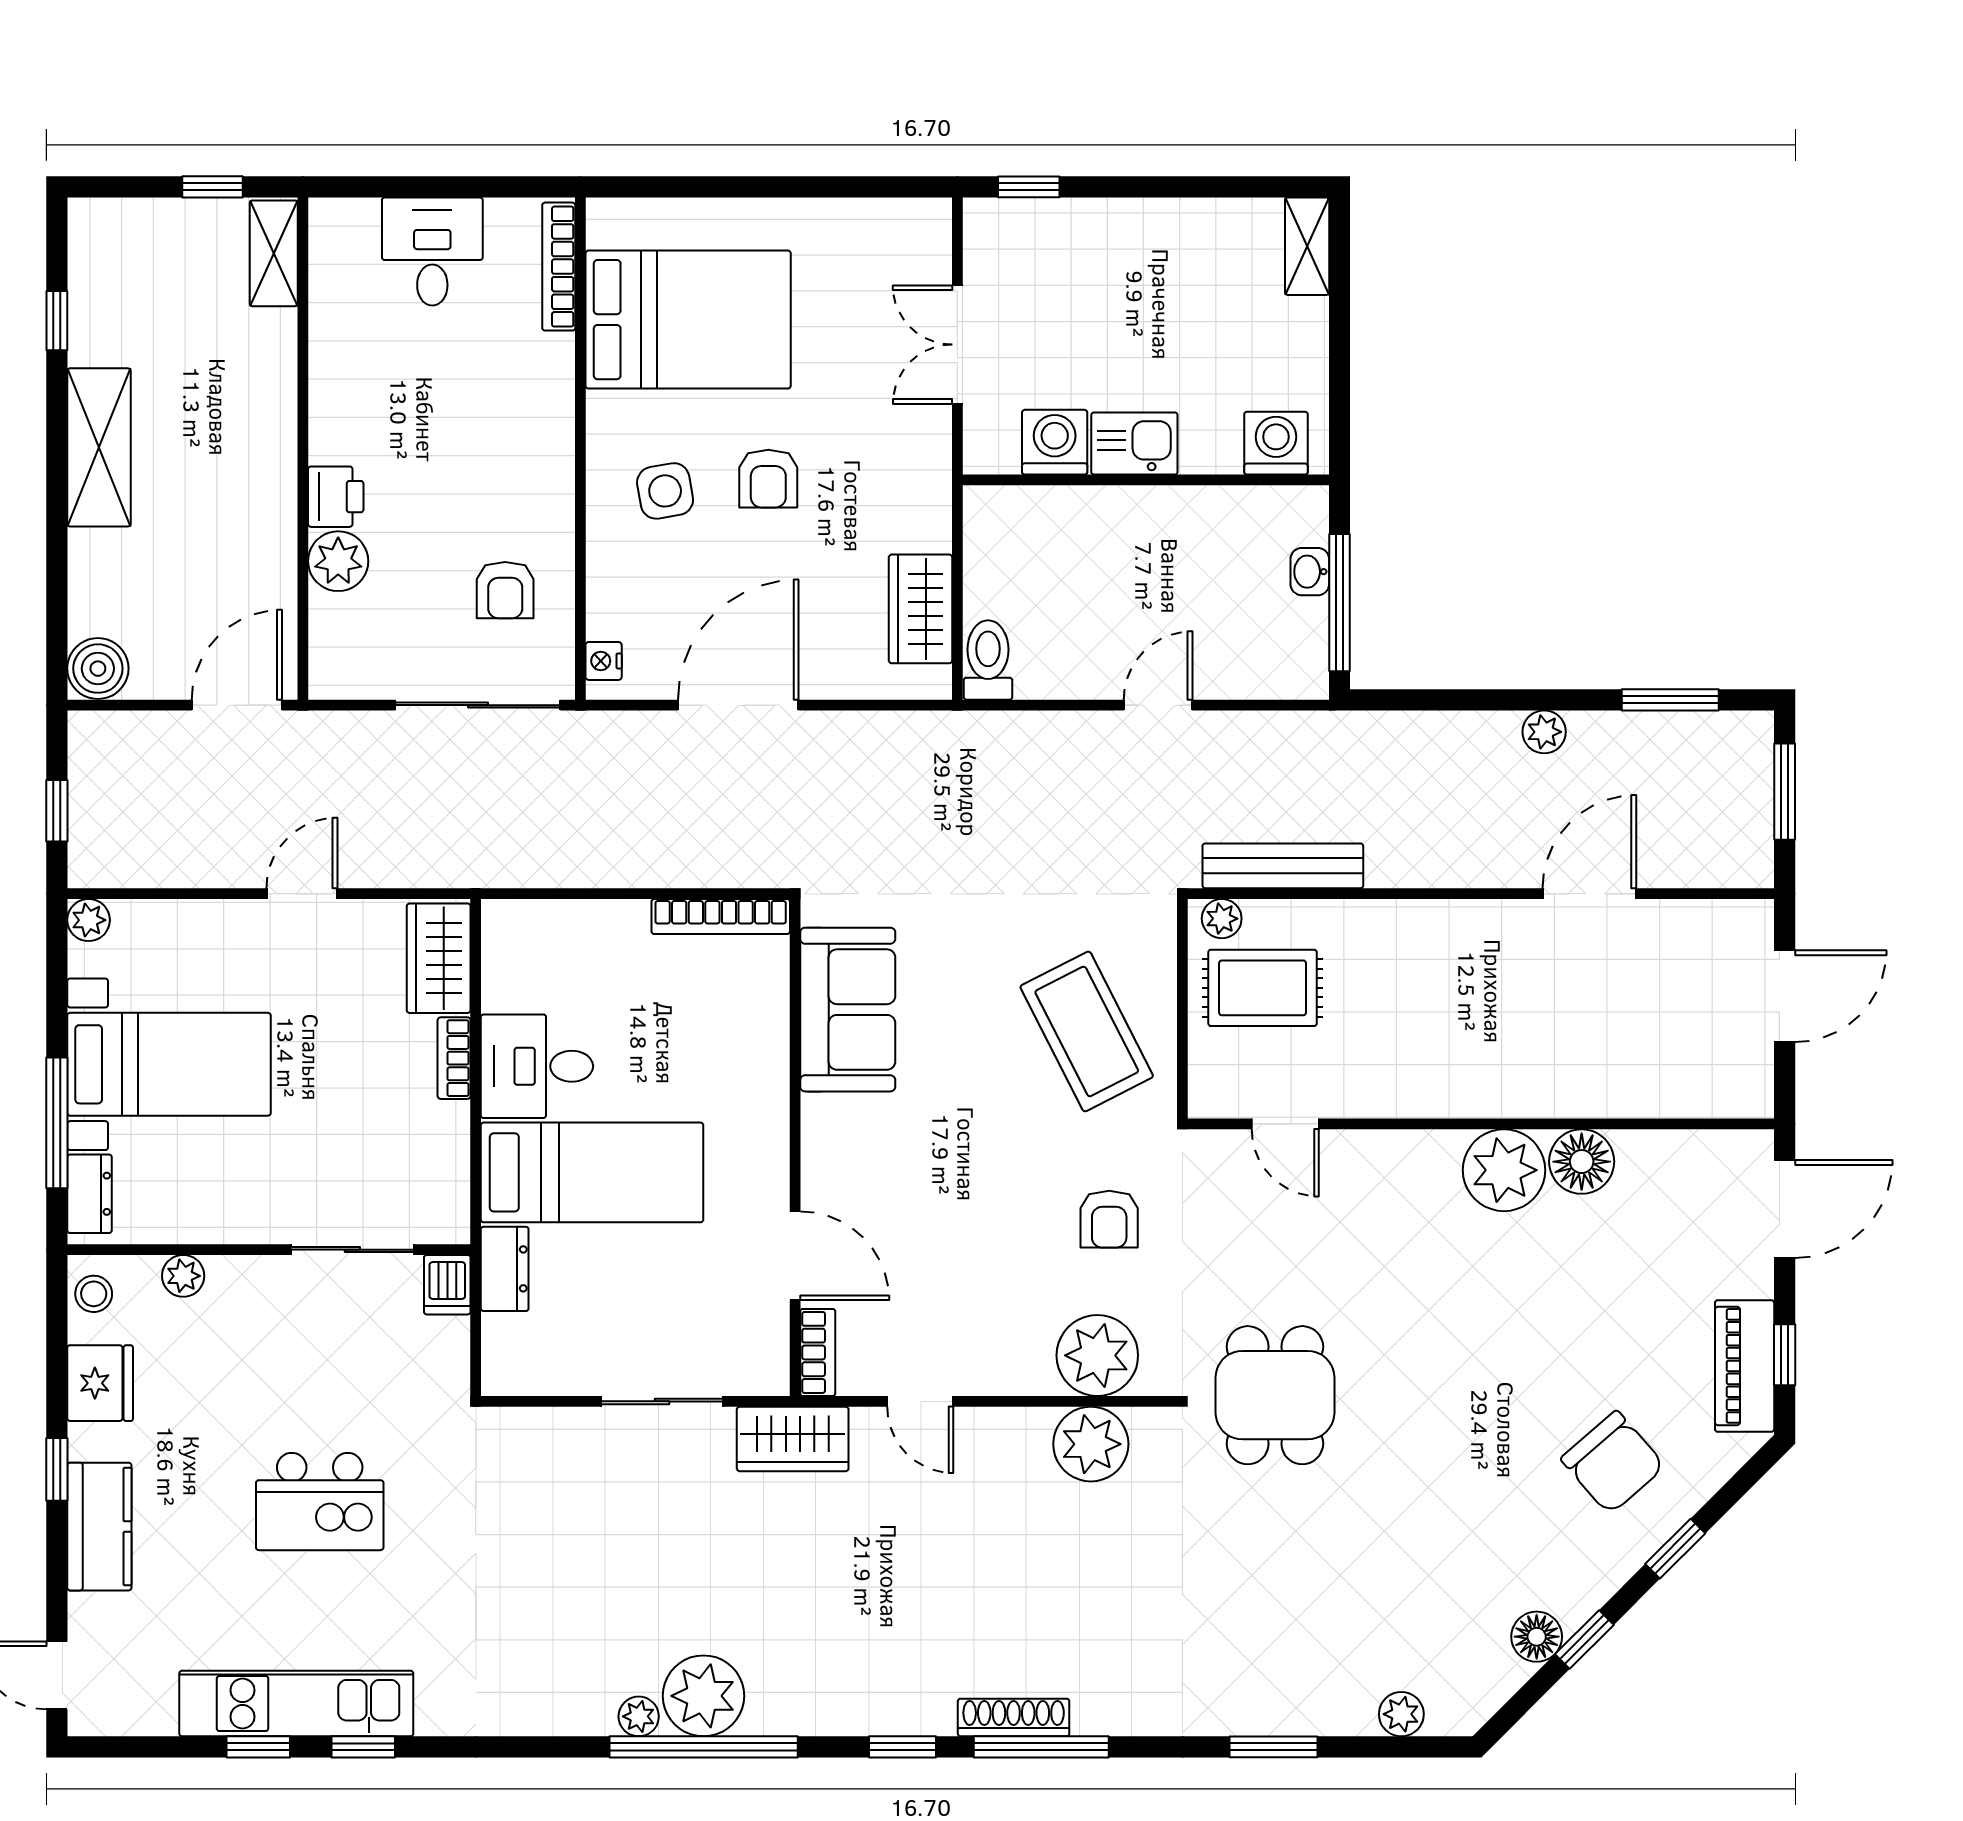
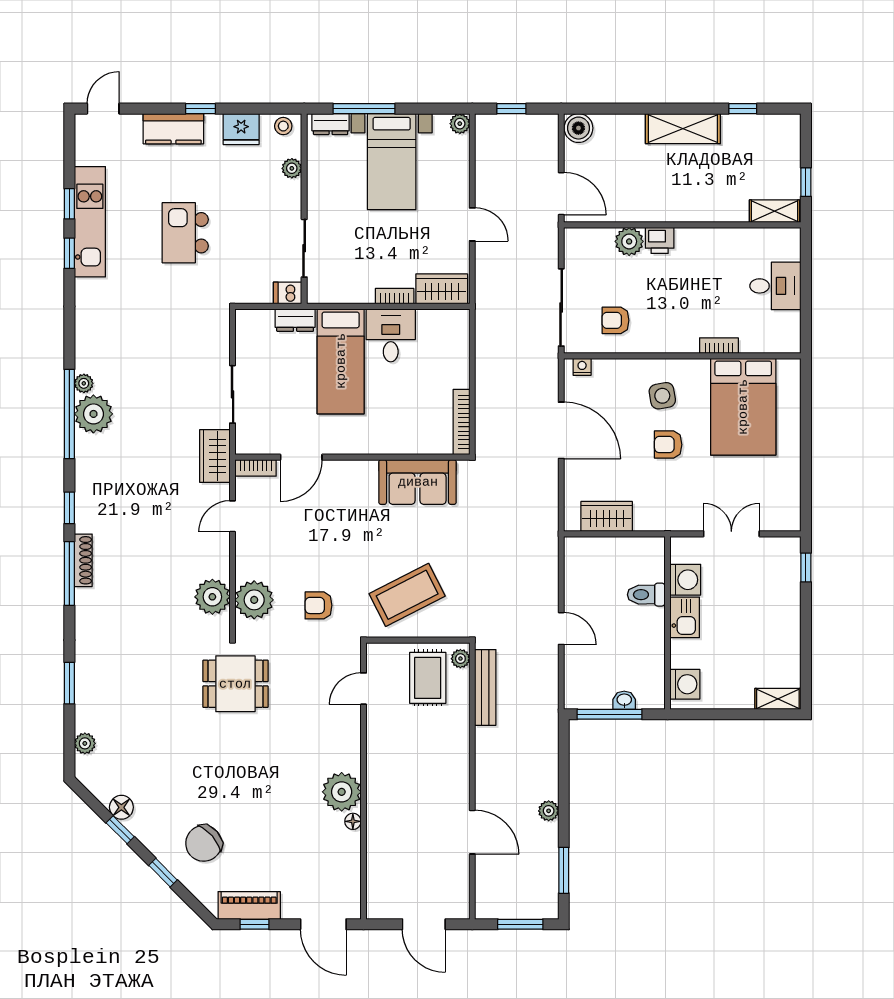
bookcase: (559, 267) -> (719, 346), moved, width x0.64
toilet: (988, 660) -> (646, 595), moved, turned 180
floor lamp: (1582, 1162) -> (353, 821), width x0.53, depth x0.53

